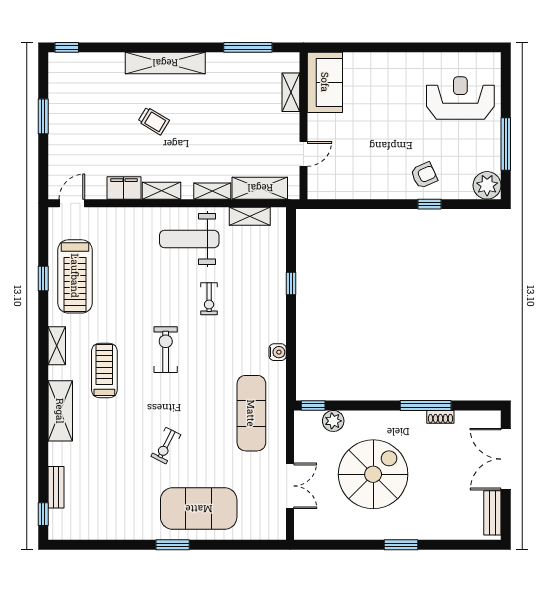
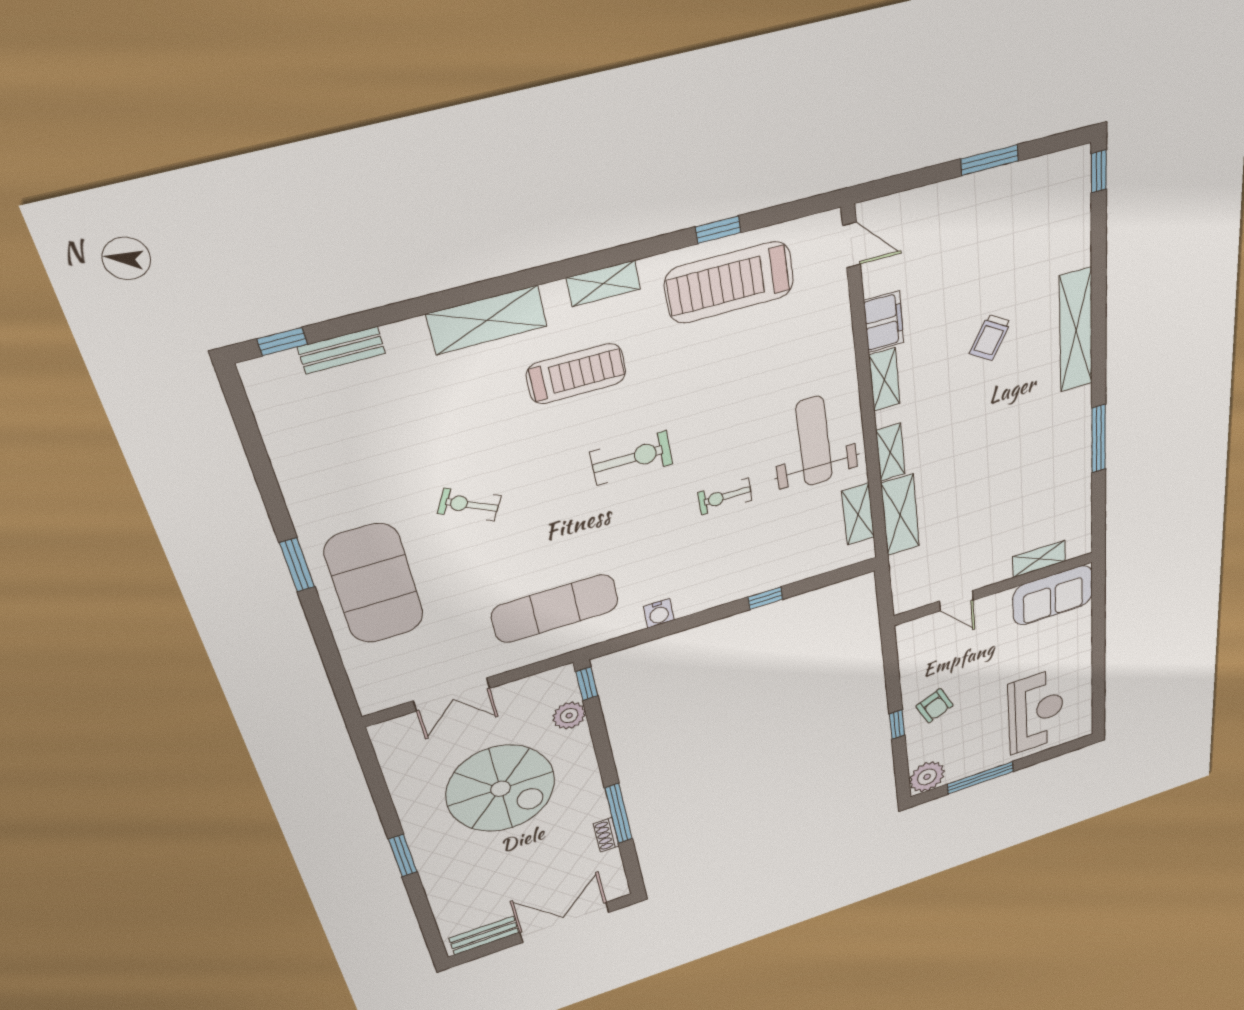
sofa: (325, 82) -> (1053, 595), moved
shelving: (291, 92) -> (1039, 559), moved
wall: (304, 126) -> (994, 589), moved
door: (304, 154) -> (956, 601), moved

